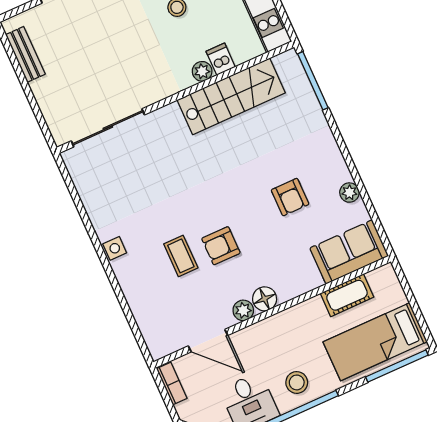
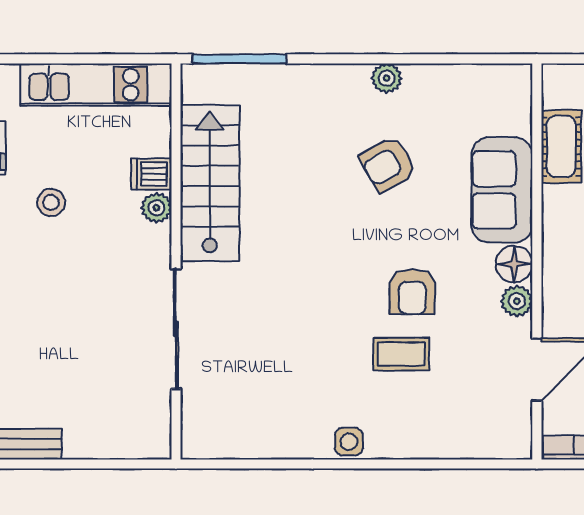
sliding door: (108, 128) -> (176, 329), moved
plant: (349, 193) -> (387, 78), moved
armchair: (290, 197) -> (388, 164), turned 150
sofa: (349, 252) -> (502, 190), moved

